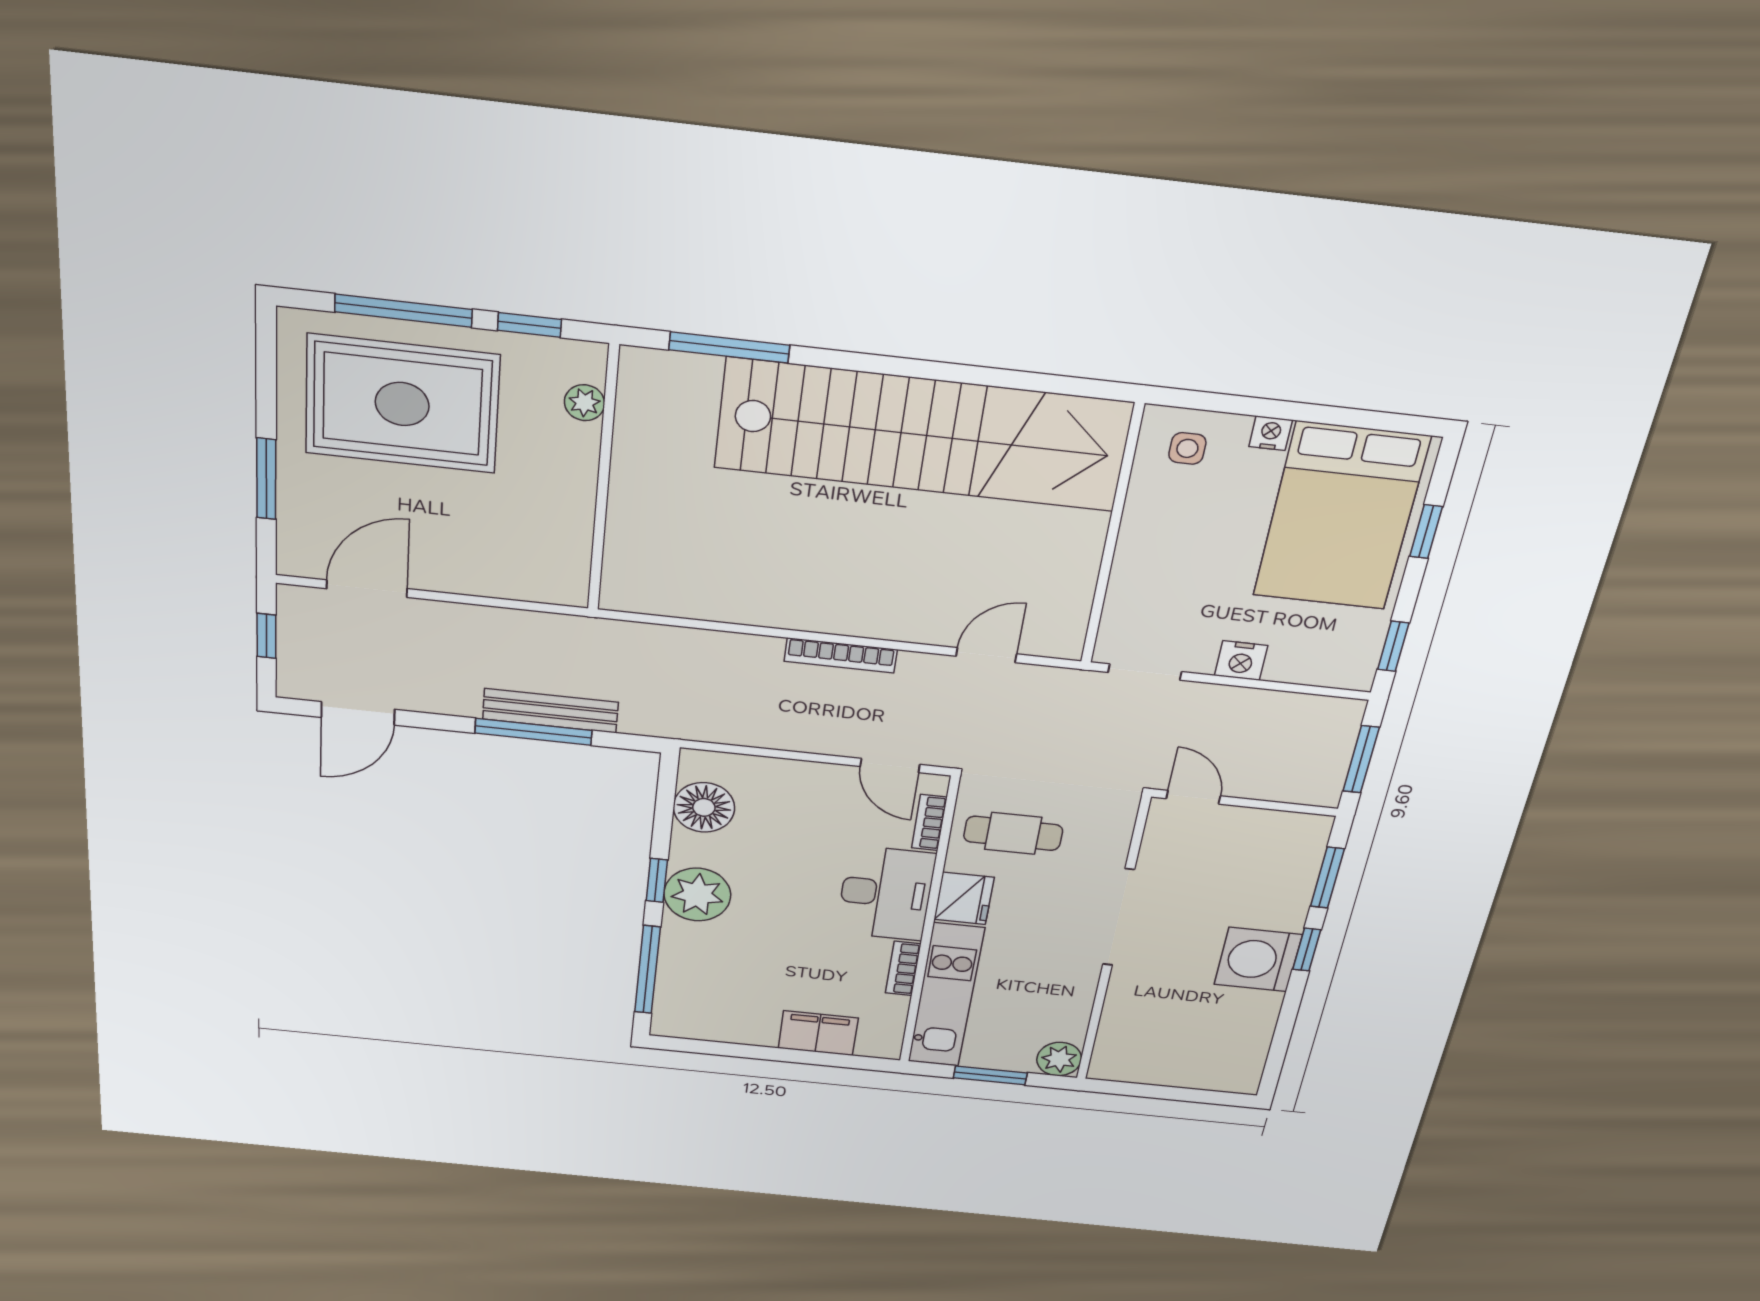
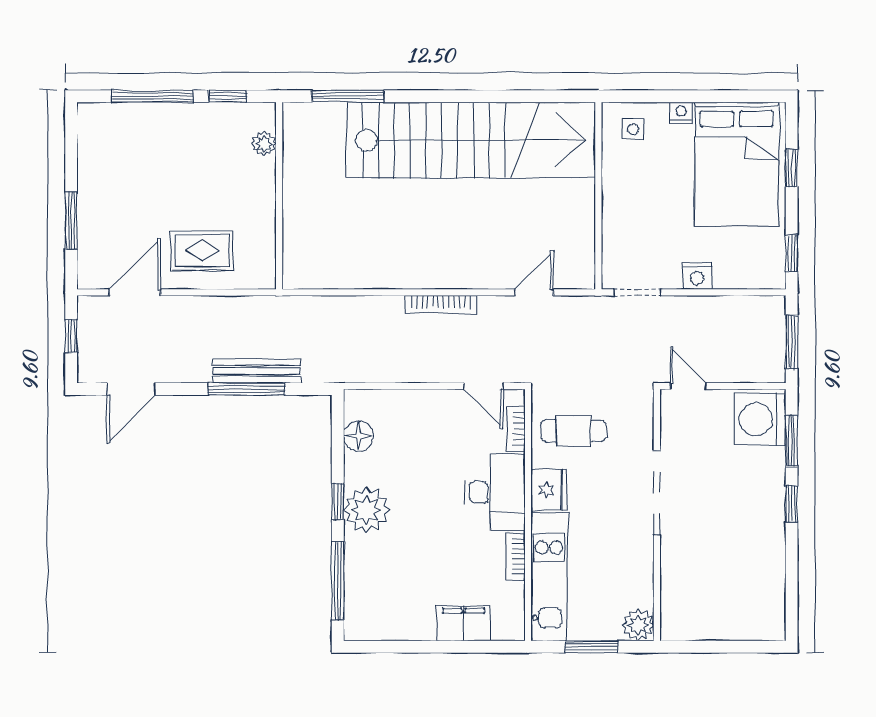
rug: (402, 404) -> (202, 251), moved, width x0.54, depth x0.49
floor lamp: (704, 807) -> (358, 436), width x0.73, depth x0.73
washing machine: (1258, 960) -> (760, 419), moved

